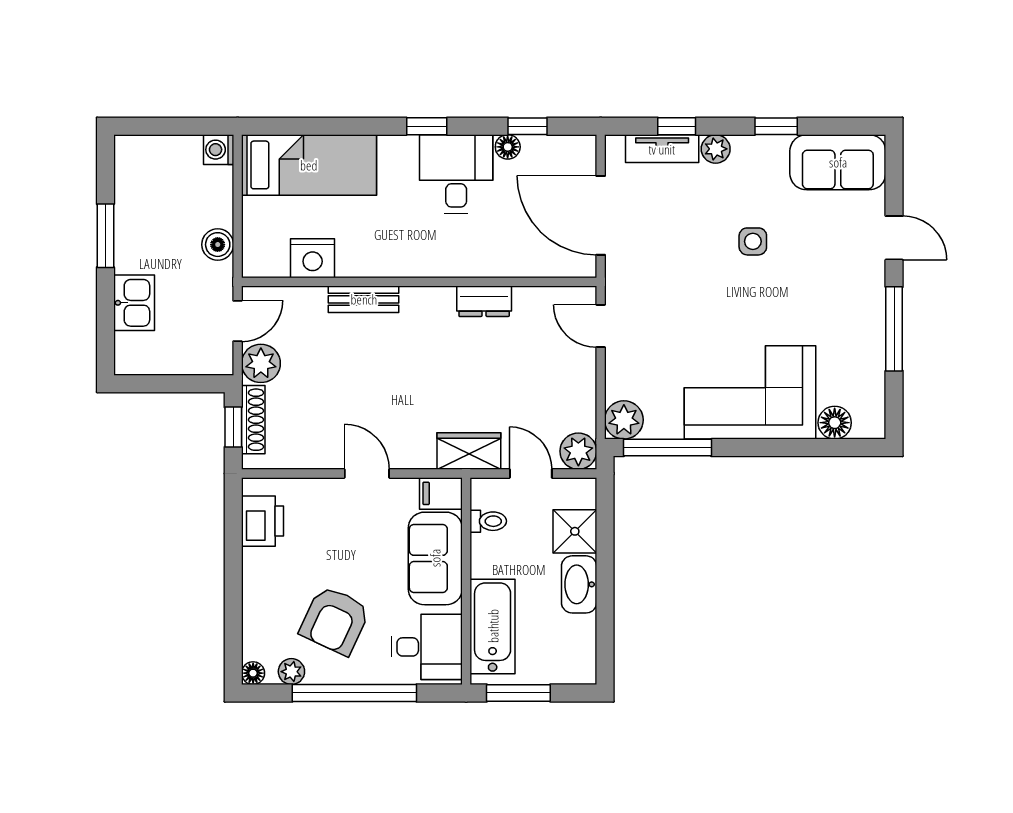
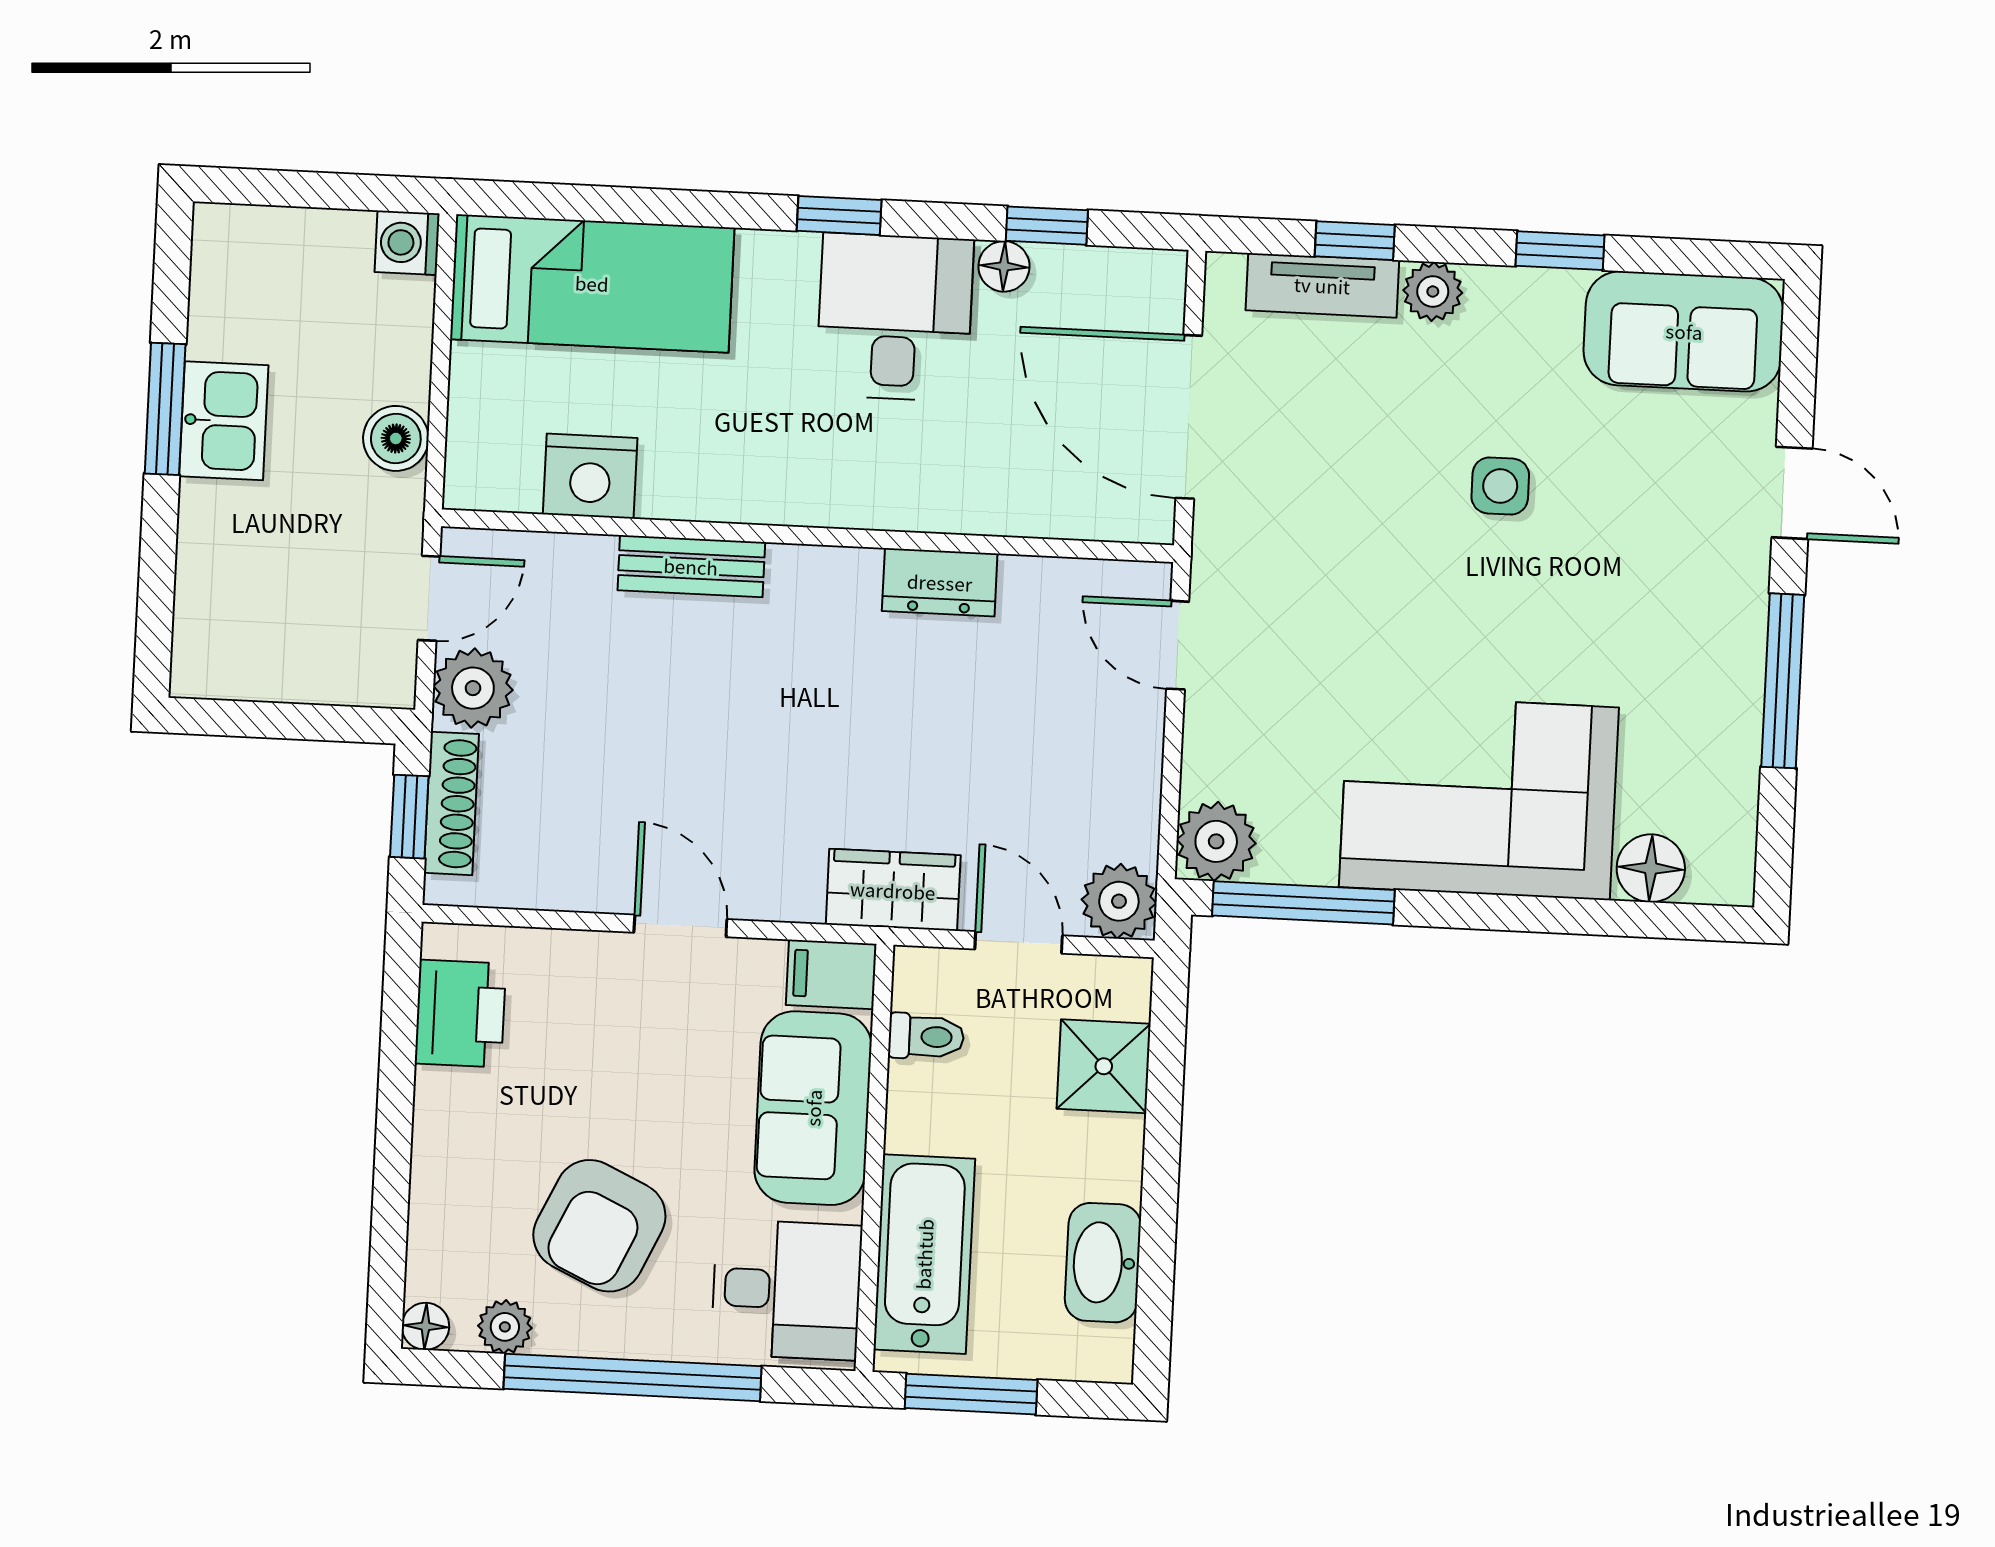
kitchen sink: (134, 303) -> (224, 421), moved
washbasin: (579, 584) -> (1103, 1263), moved

